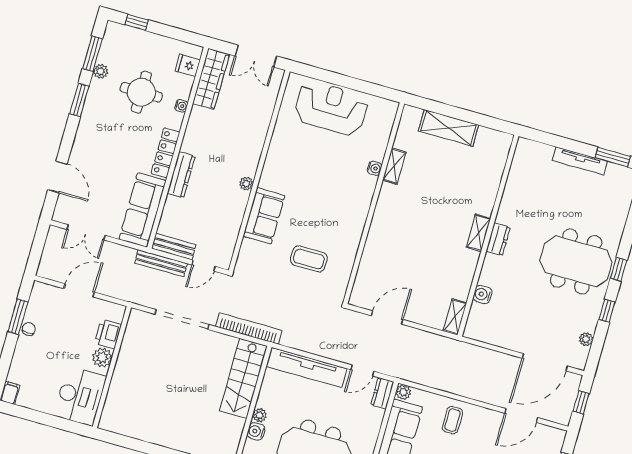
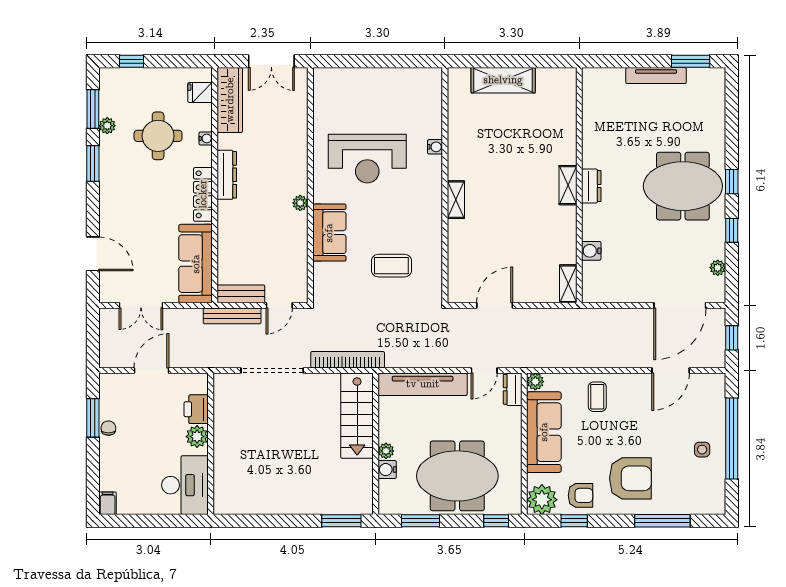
reception desk: (331, 108) -> (367, 159), moved, turned 180
shelving: (394, 166) -> (456, 200), moved
dresser: (181, 175) -> (227, 175), moved

